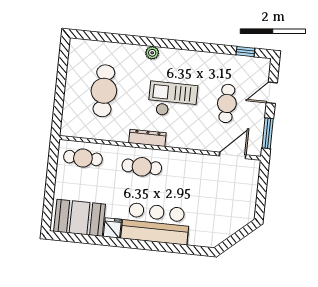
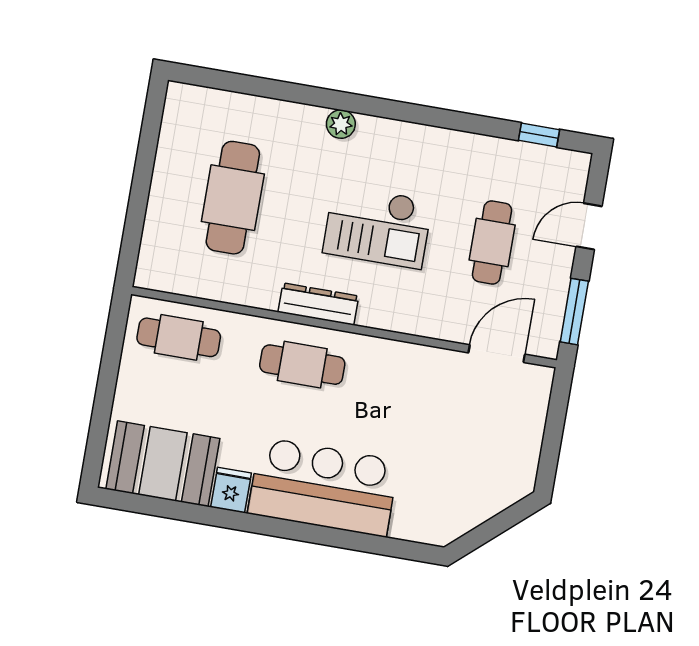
checkout: (173, 100) -> (378, 226), turned 180

